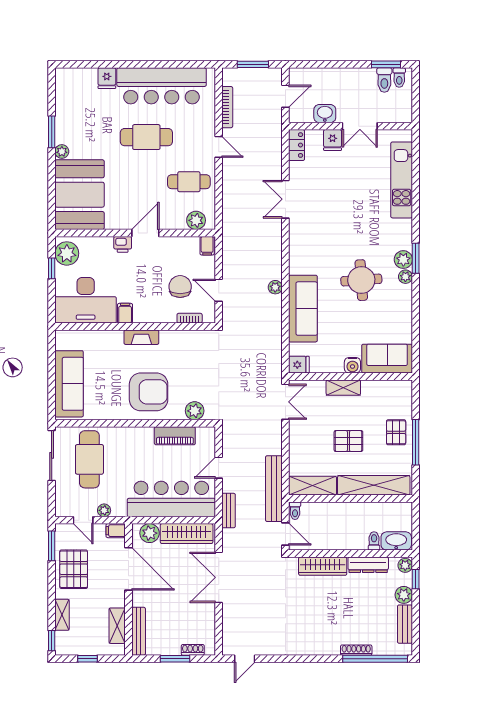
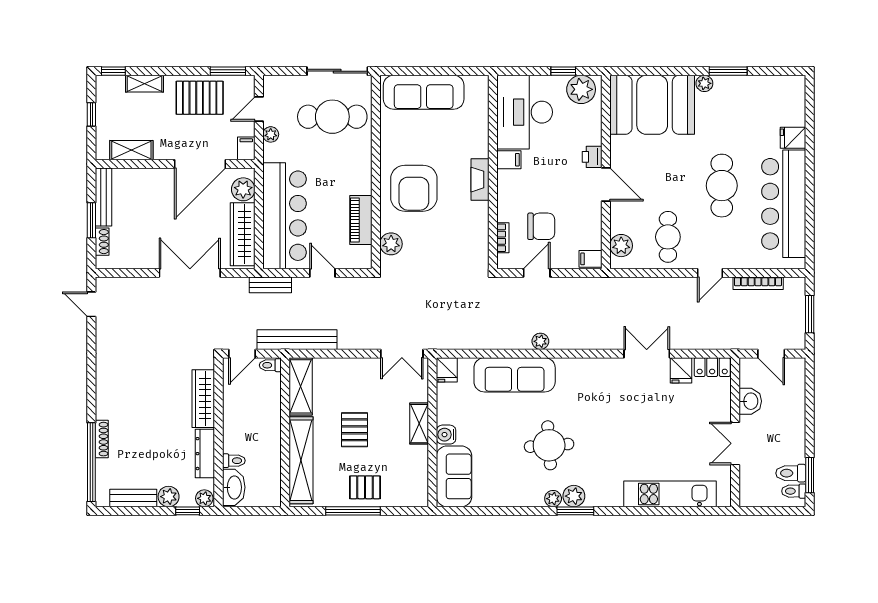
fridge: (333, 140) -> (681, 370), moved, turned -90
bench: (139, 631) -> (104, 197), moved, turned 90

